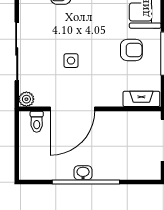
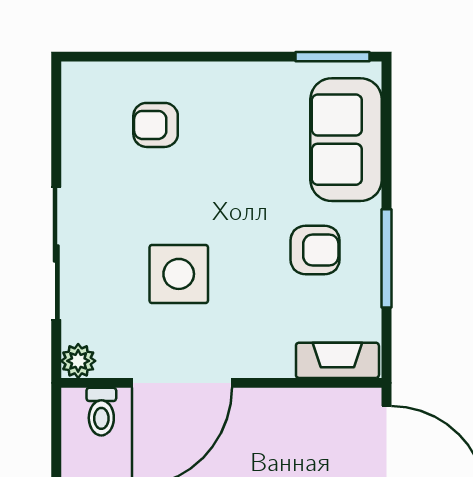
side table: (71, 61) -> (179, 274), width x1.87, depth x1.87

